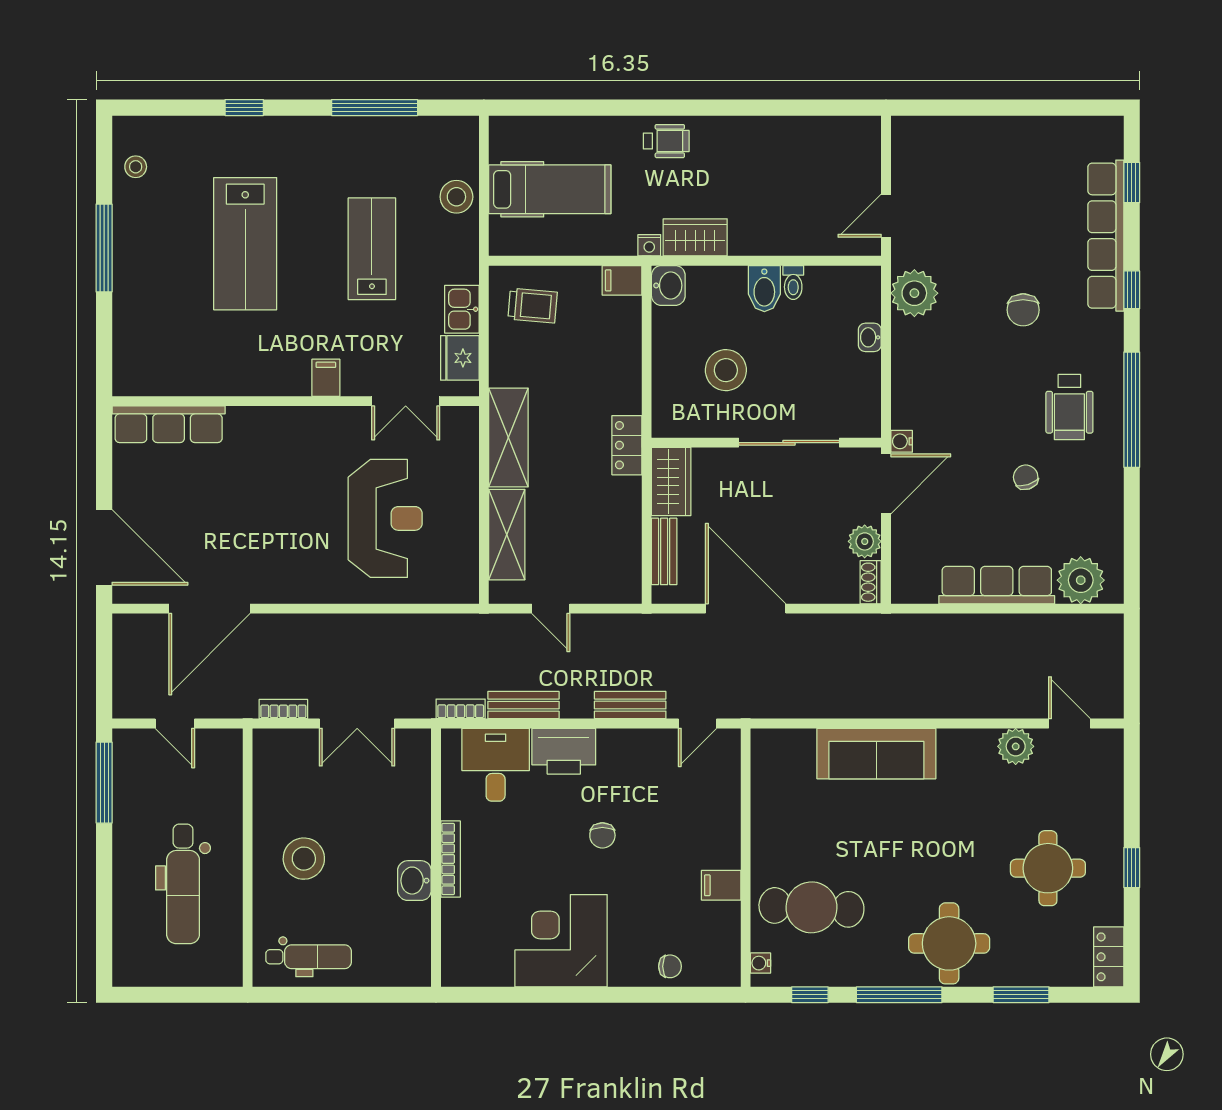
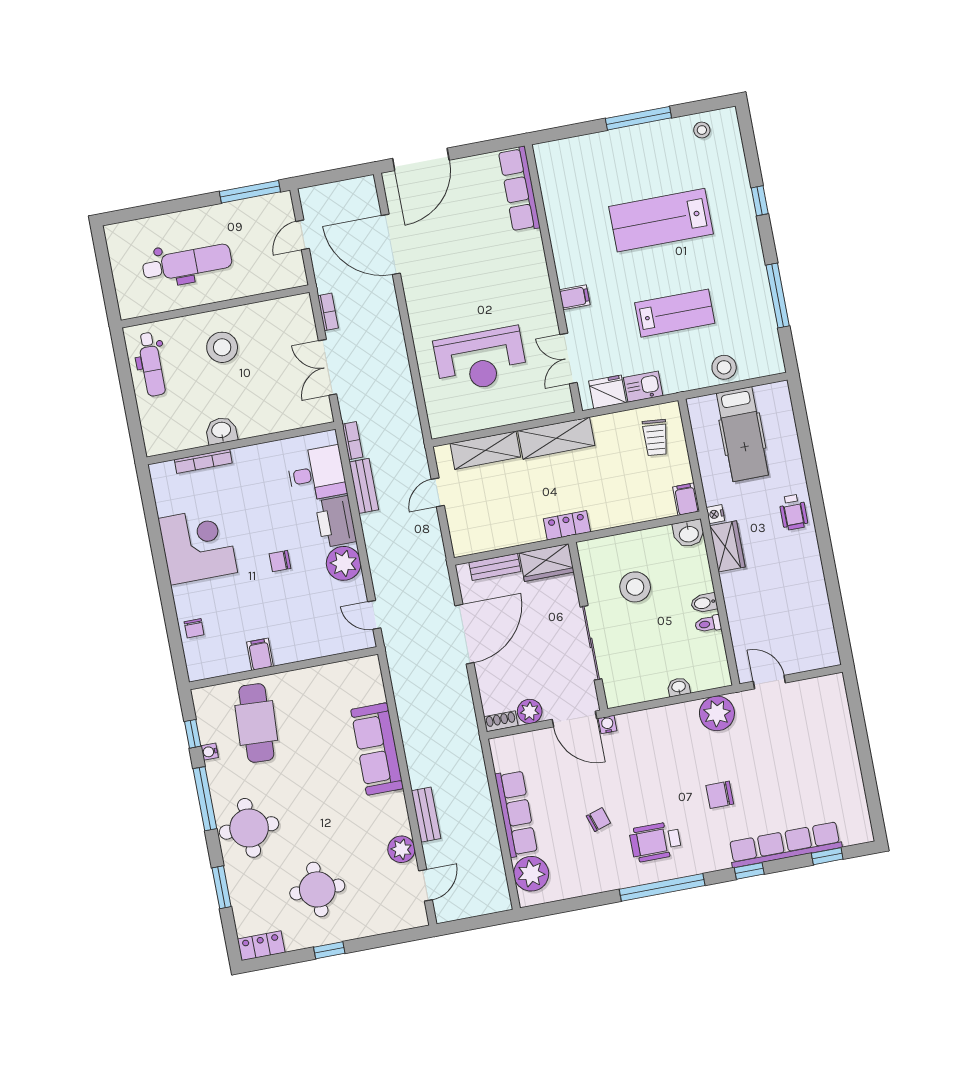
bidet: (764, 289) -> (704, 603), width x0.72, depth x0.74
bench: (630, 705) -> (426, 815), moved
plant: (621, 751) -> (344, 563), added
bookcase: (451, 859) -> (203, 461), moved
dental chair: (183, 884) -> (187, 263), turned 180
water cooler: (760, 963) -> (210, 752), moved, turned -90

